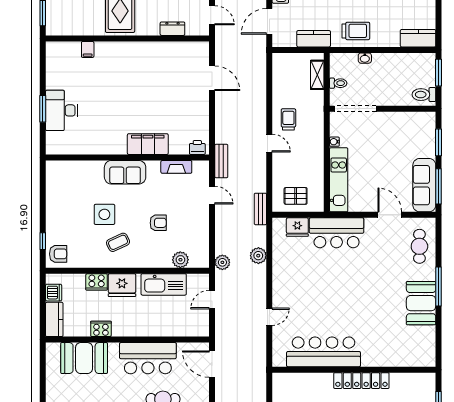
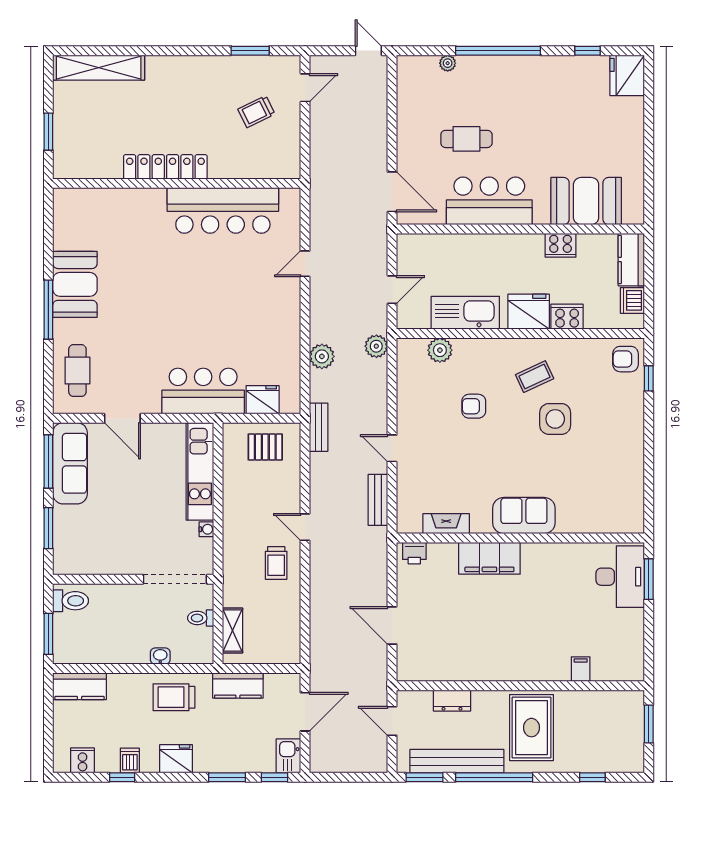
filing cabinet: (148, 144) -> (489, 558), moved
printer: (197, 148) -> (414, 553), moved
wall: (127, 157) -> (520, 538), moved
fireplace: (176, 167) -> (446, 524), moved
sofa: (125, 172) -> (524, 516), moved

